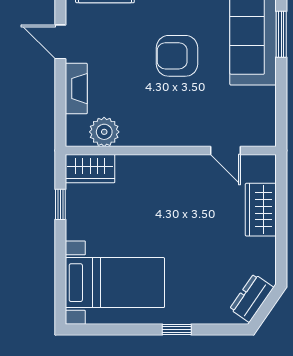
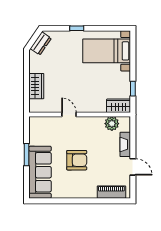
window: (281, 34) -> (26, 155), moved
door: (226, 151) -> (69, 115), moved

